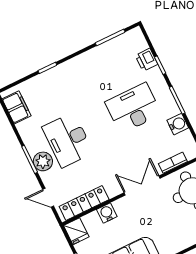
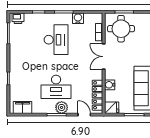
printer: (146, 60) -> (18, 18), moved
desk: (133, 108) -> (56, 40), turned 180
door: (48, 198) -> (84, 115), swing flipped

